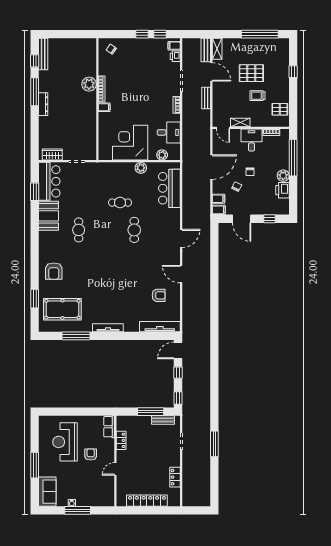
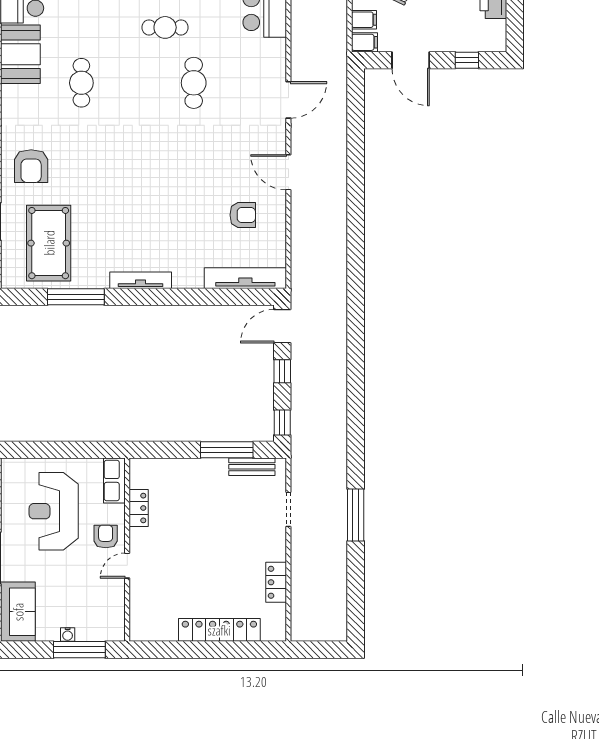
pool table: (62, 309) -> (49, 243), turned 90
row of seats: (109, 427) -> (114, 480), moved
locker: (121, 440) -> (139, 508), moved
wall: (115, 461) -> (127, 550), moved
door: (115, 469) -> (127, 566), moved

